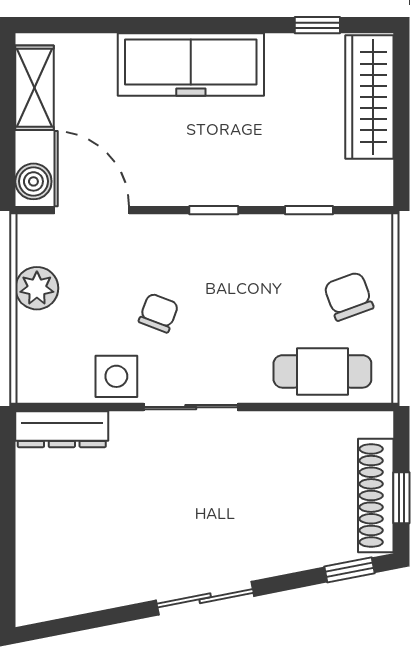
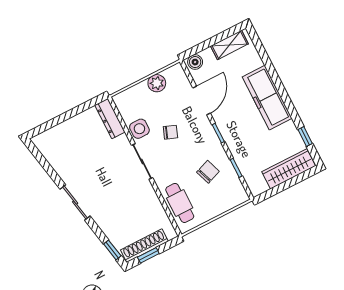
door: (92, 210) -> (202, 101), moved
chair: (349, 296) -> (208, 172), moved

